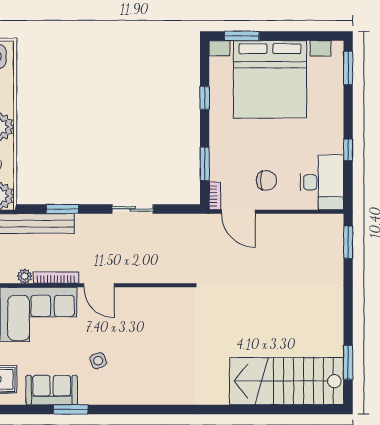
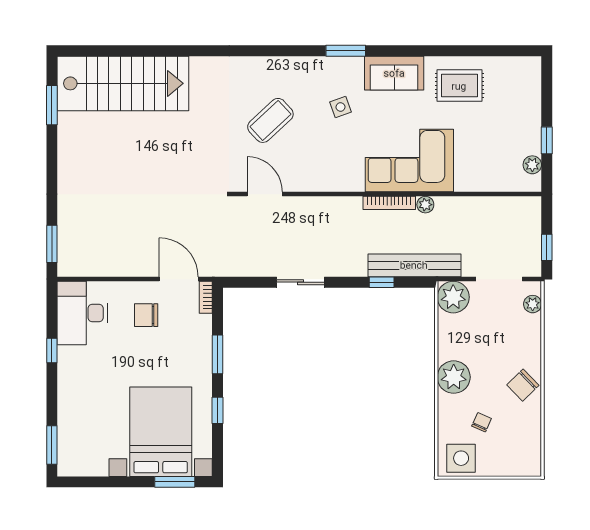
bed with nightstands: (270, 79) -> (161, 432), width x0.73
window: (205, 164) -> (217, 354), moved
window: (62, 209) -> (382, 282), width x0.67
door: (99, 285) -> (265, 194), moved
coffee table: (159, 349) -> (270, 120), added
window: (71, 409) -> (346, 51), moved

